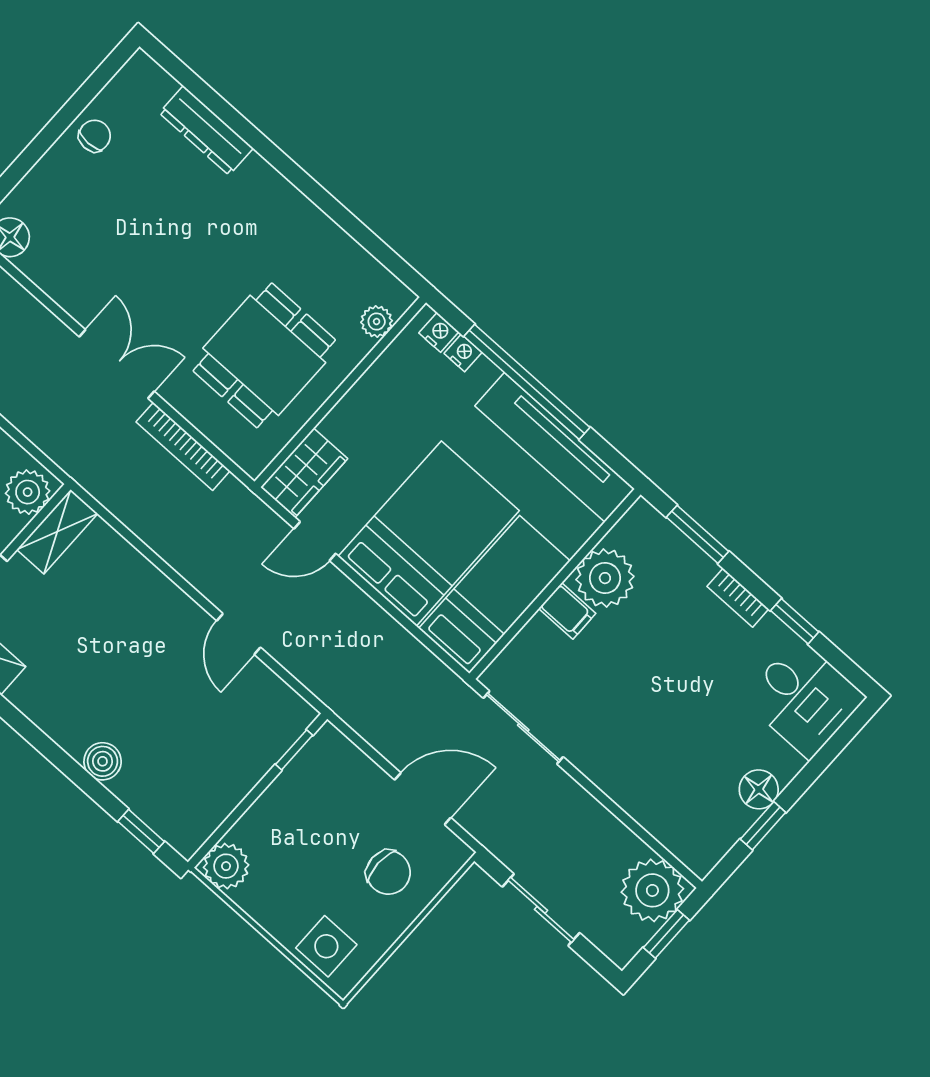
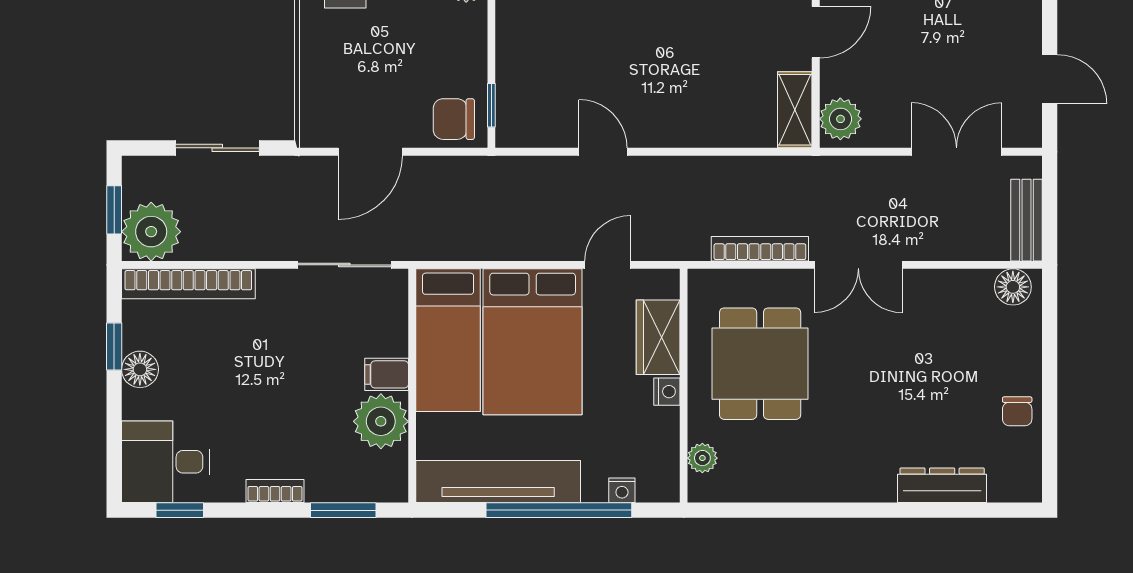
nightstand: (439, 332) -> (667, 392), moved, turned -90
wardrobe: (304, 473) -> (658, 337), moved
window: (795, 621) -> (180, 510), moved
bookcase: (660, 823) -> (188, 284), added
chair: (388, 872) -> (454, 119), moved

